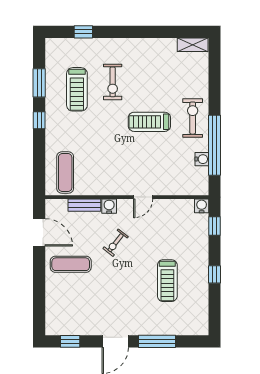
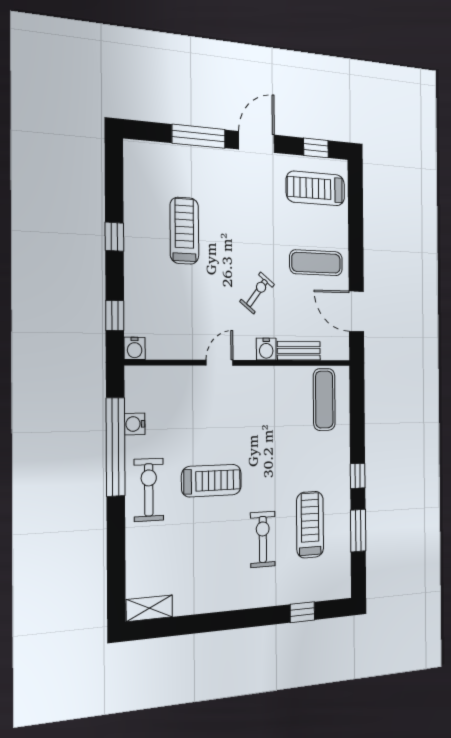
exercise bike: (193, 118) -> (149, 490), turned 180
treadmill: (71, 314) -> (316, 188), added

